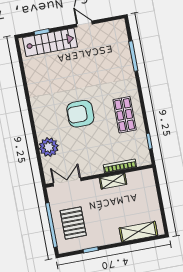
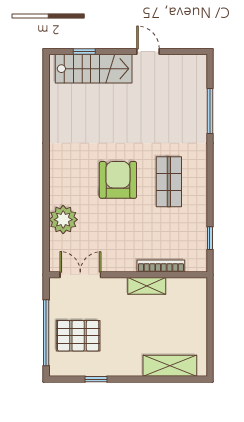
armchair: (80, 114) -> (118, 180), turned 90
shop shelf: (125, 115) -> (169, 182), moved
pallet: (73, 223) -> (78, 336), turned 90

